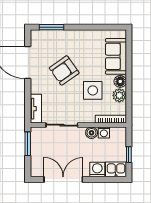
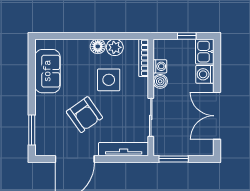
sofa: (116, 56) -> (47, 71), moved, turned -90
tv unit: (36, 109) -> (124, 149), width x1.41

